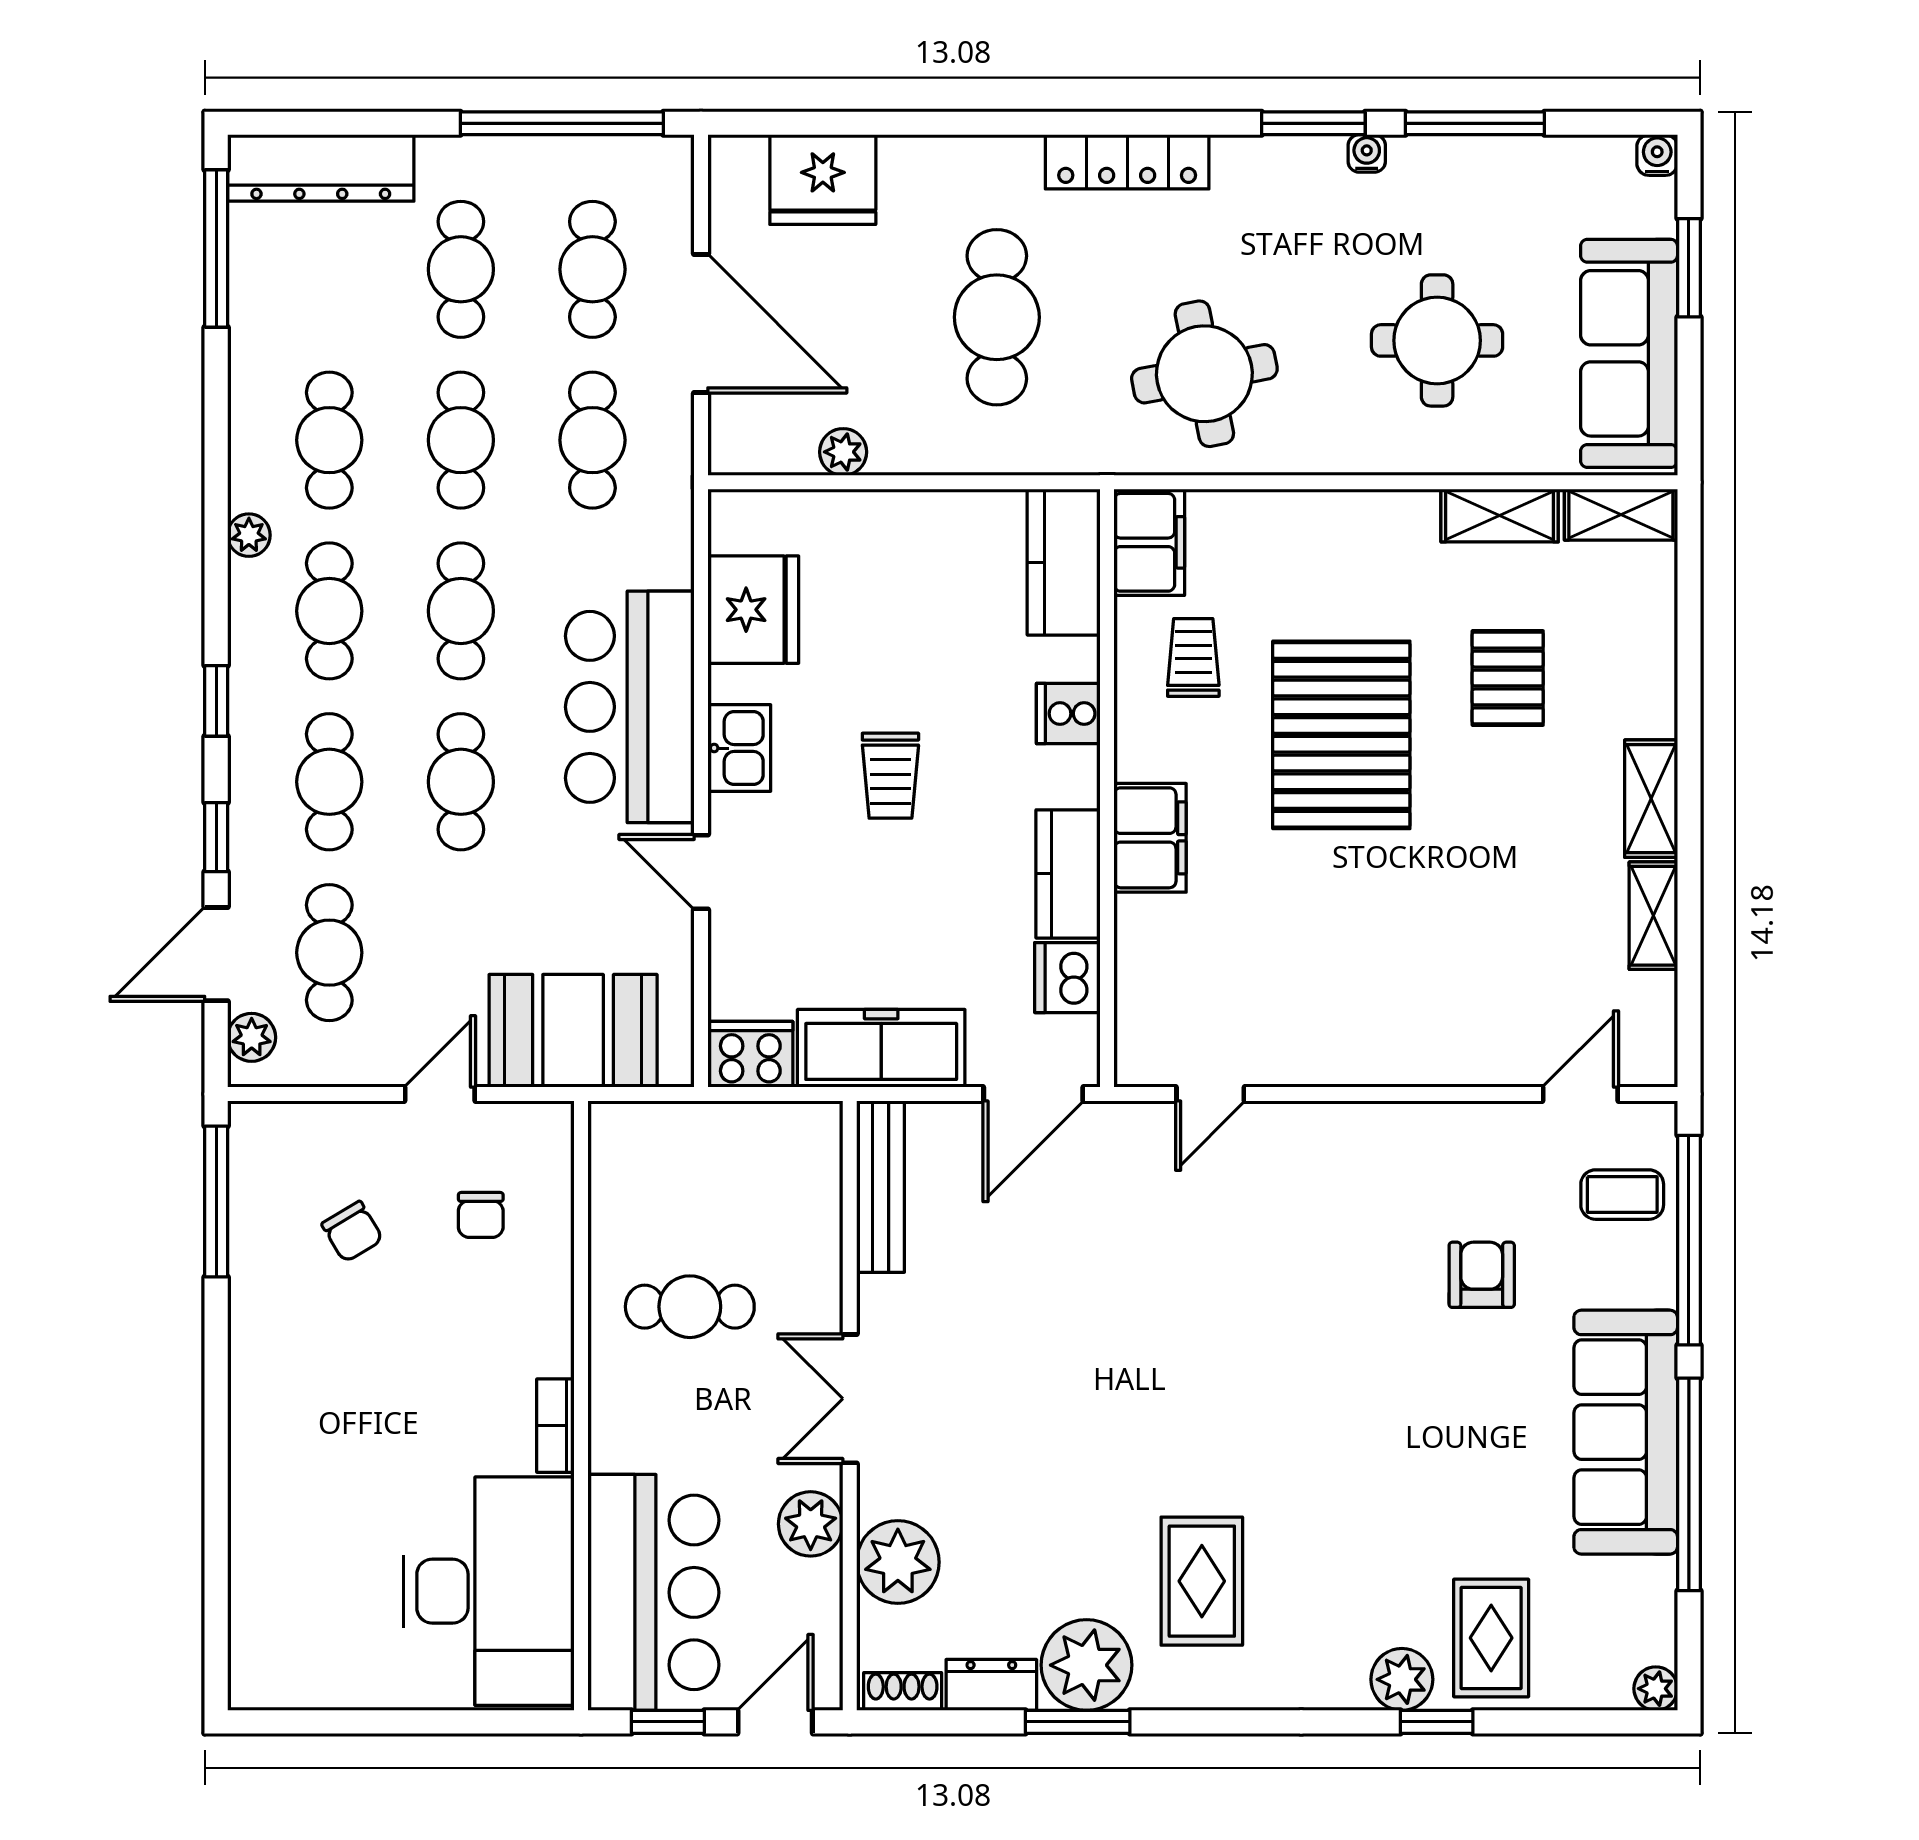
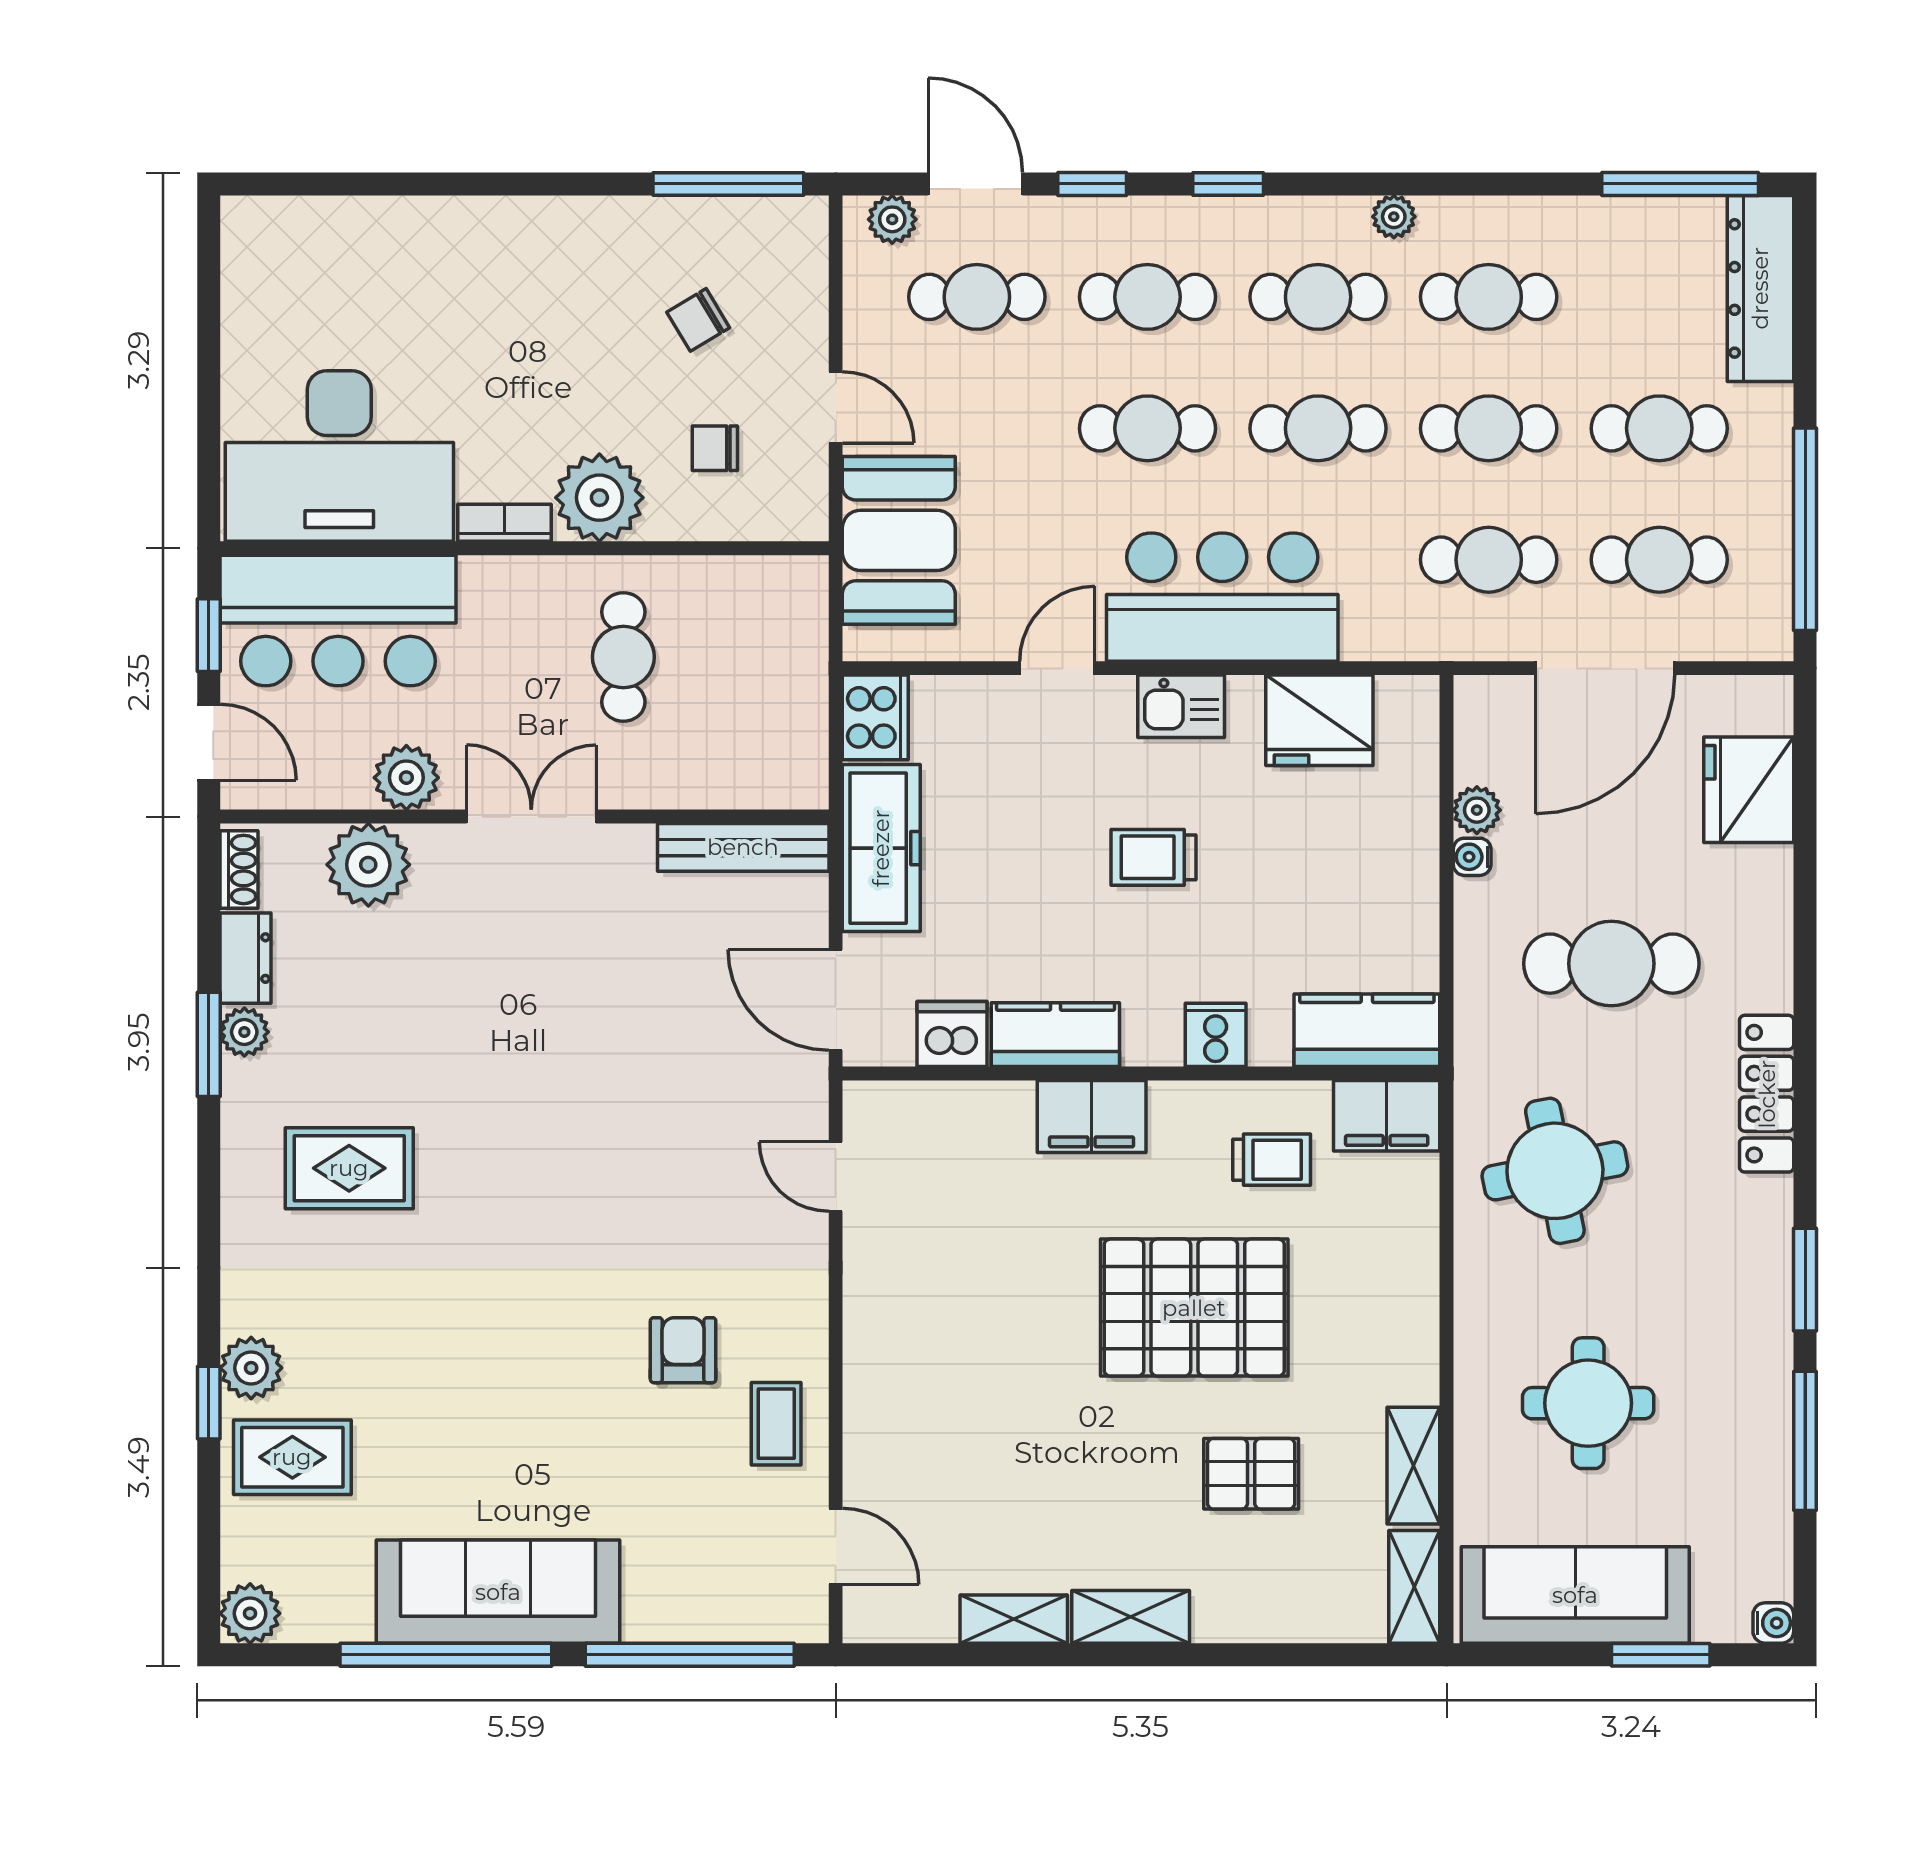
water cooler: (1367, 153) -> (1472, 857), moved, turned 180
coffee table: (1622, 1195) -> (776, 1424), moved
armchair: (1482, 1275) -> (683, 1350), moved, turned -90
plant: (530, 1331) -> (599, 498), added
plant: (1087, 1665) -> (244, 1032), width x0.53, depth x0.53
plant: (1656, 1689) -> (250, 1613), width x1.38, depth x1.38

